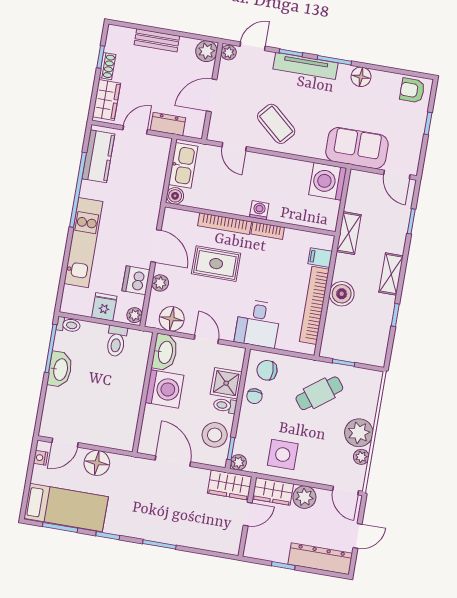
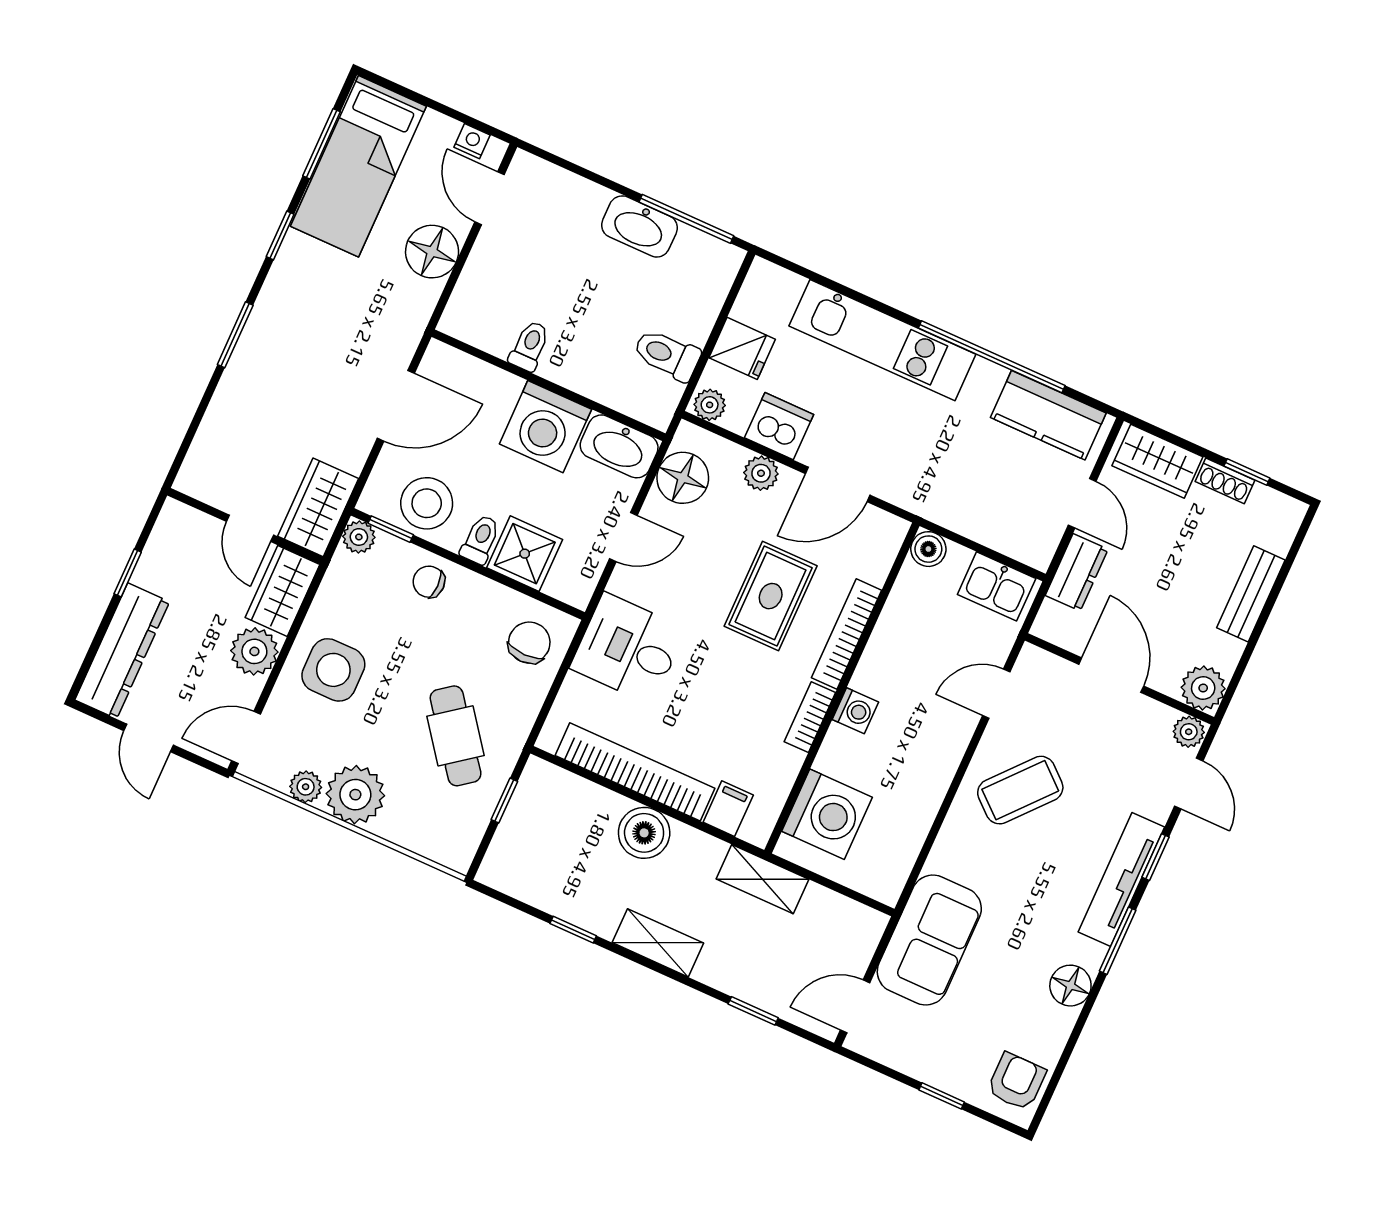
kitchen sink: (183, 165) -> (997, 586), width x0.73
washing machine: (328, 181) -> (827, 814), moved, turned 90
toilet: (68, 325) -> (529, 346), moved, turned 180
chair: (254, 396) -> (429, 582), moved
side table: (283, 455) -> (333, 670), moved

